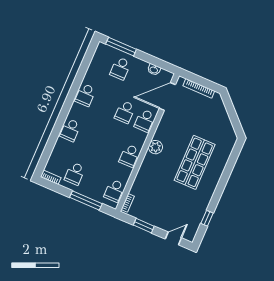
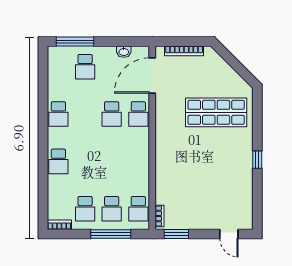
plant: (155, 147) -> (164, 139), removed
school desk: (129, 156) -> (112, 209), moved
shop shelf: (195, 162) -> (216, 112), moved, turned 90
window: (207, 218) -> (257, 160), moved
window: (144, 226) -> (176, 234), moved
door: (173, 238) -> (229, 234), swing flipped

